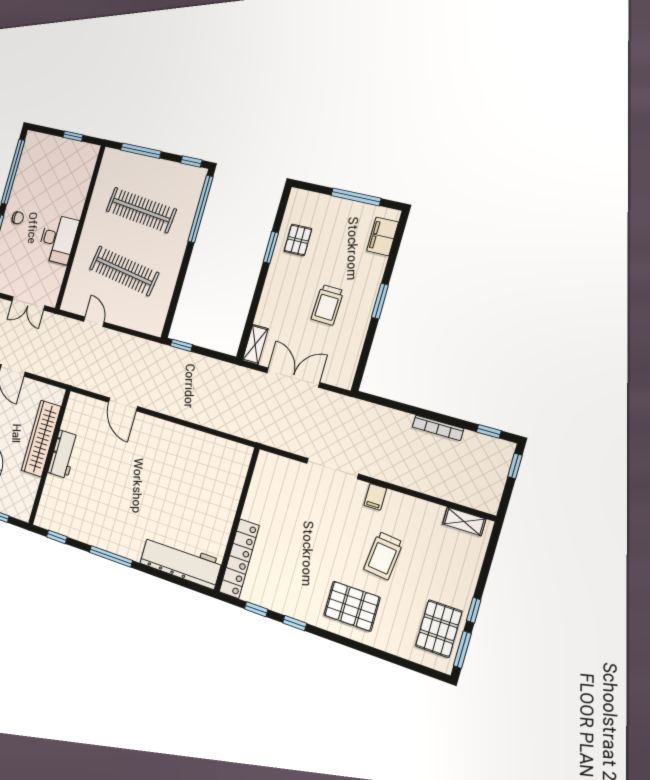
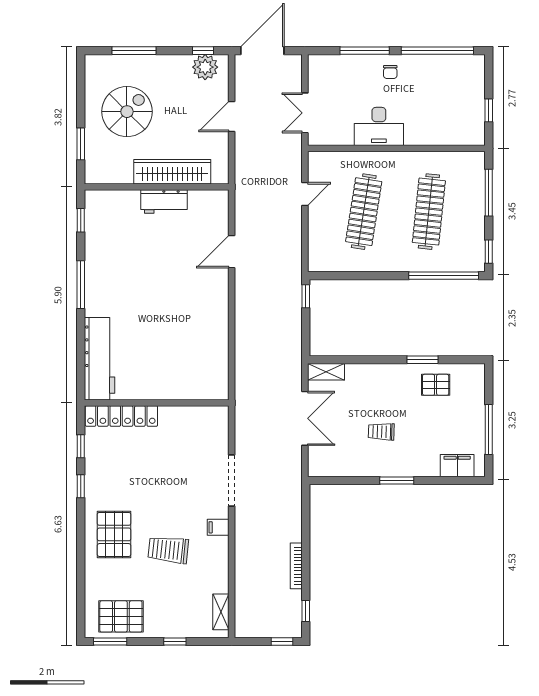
trolley: (327, 305) -> (381, 432), width x0.73, depth x0.72
window: (474, 610) -> (175, 641), moved

